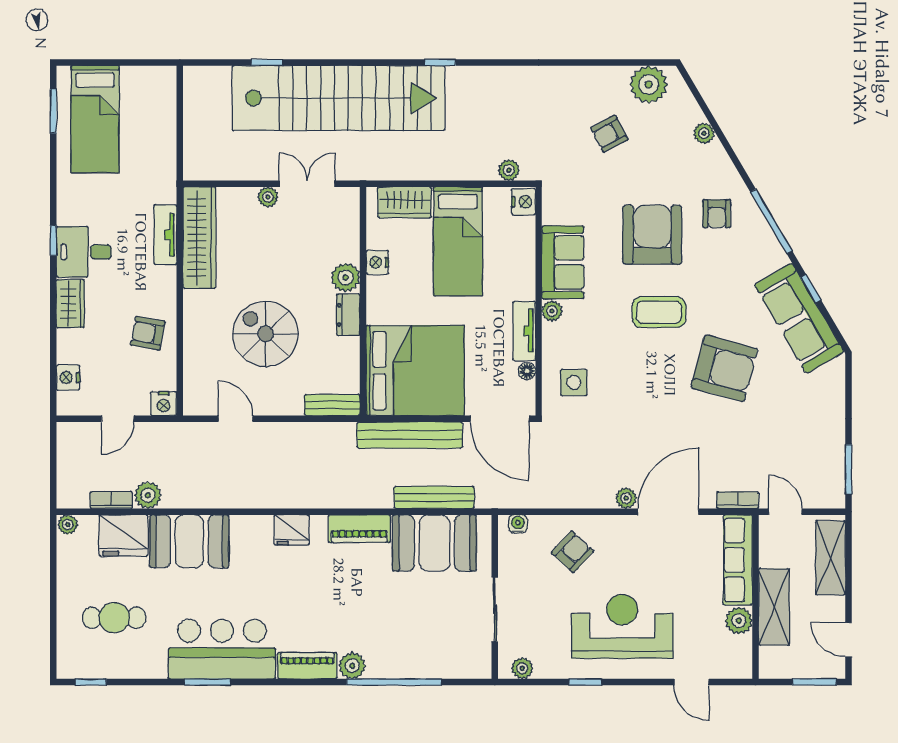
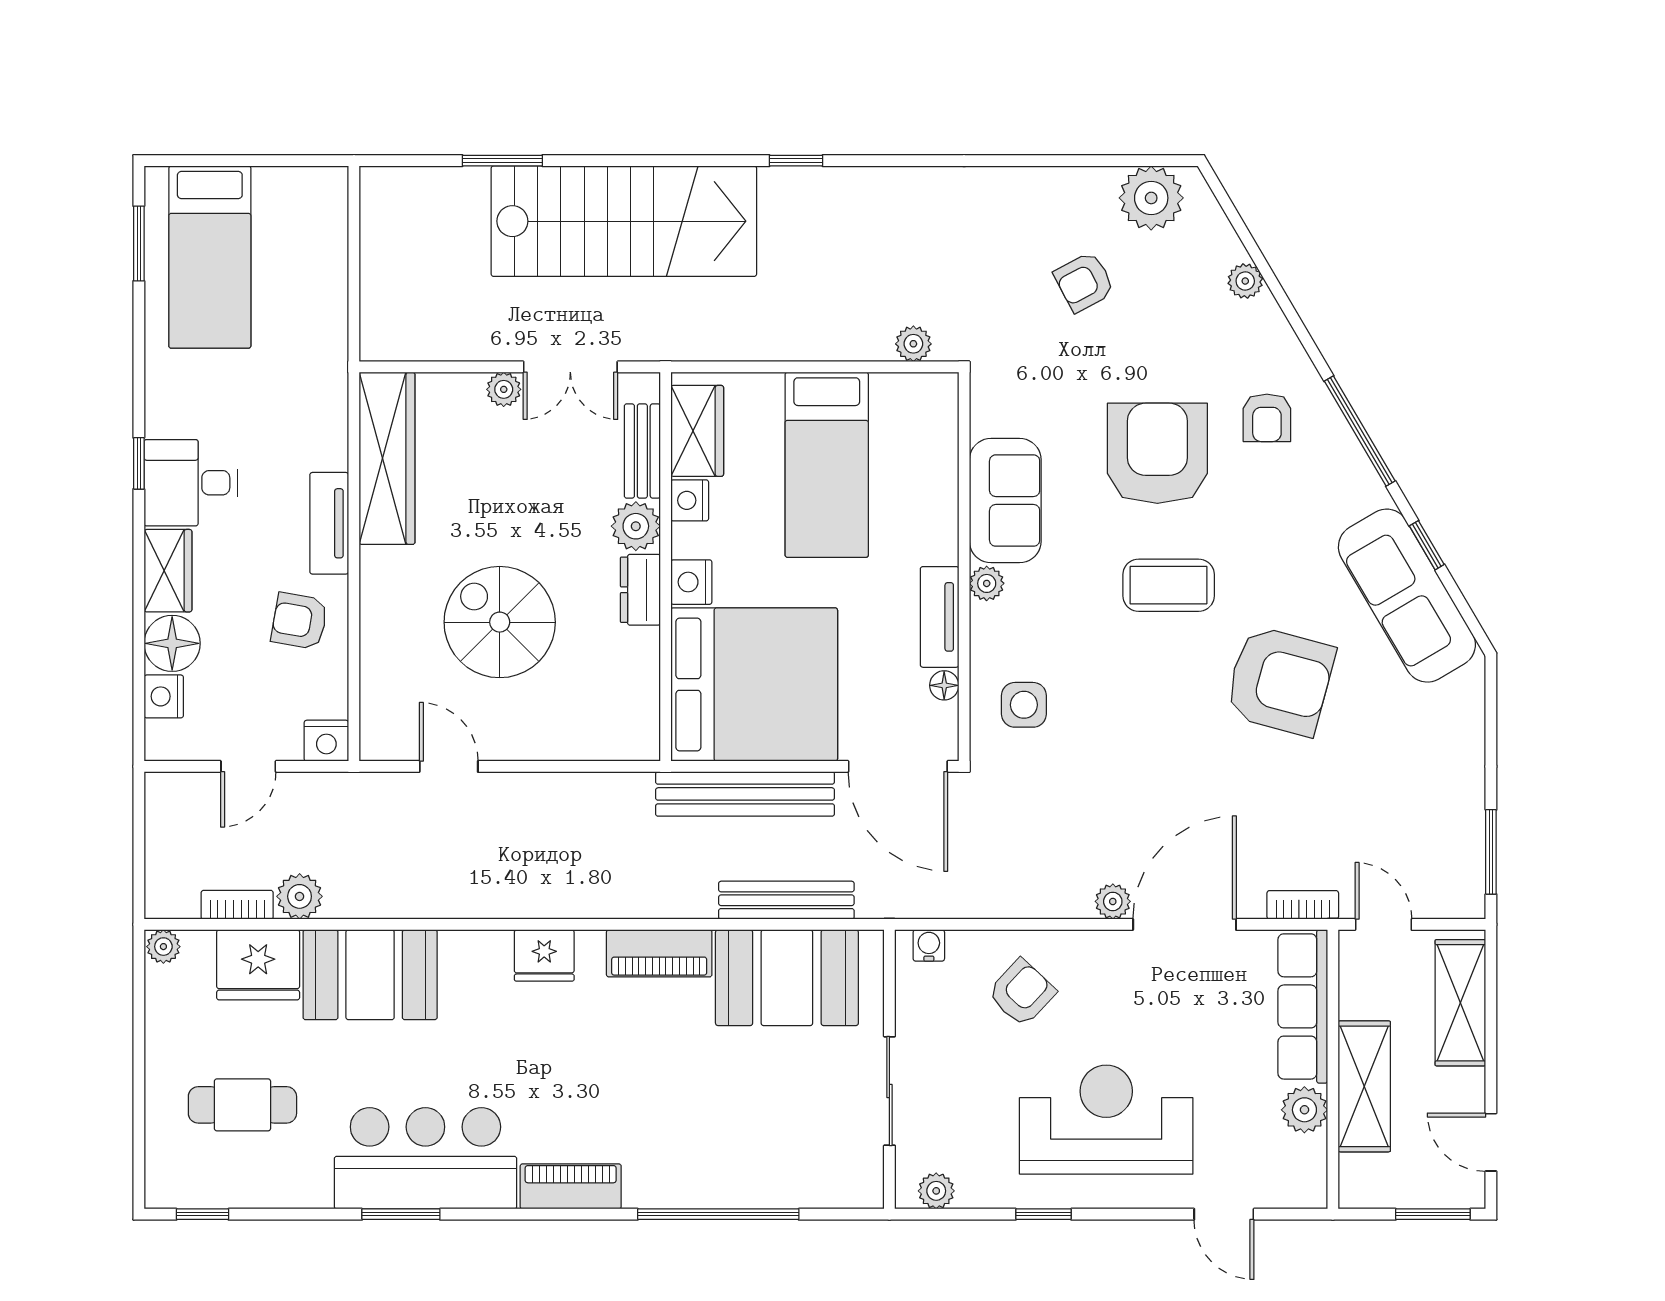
window: (267, 62) -> (502, 161), width x1.50
stairs: (339, 98) -> (624, 221), width x0.73
double door: (307, 184) -> (570, 367), swing flipped
wardrobe: (405, 202) -> (697, 431), moved, turned -90
nightstand: (523, 202) -> (691, 582), moved, turned 180
tv unit: (165, 235) -> (329, 523), moved
floor lamp: (73, 346) -> (172, 643), added
bench: (332, 405) -> (642, 451), moved, turned 90
plant: (352, 666) -> (647, 1186), removed

